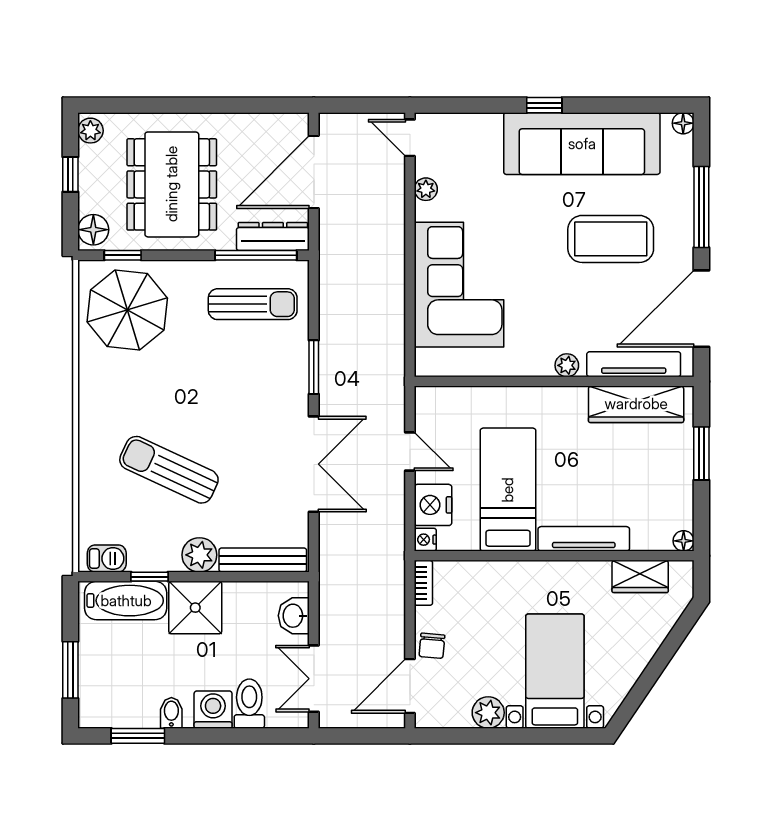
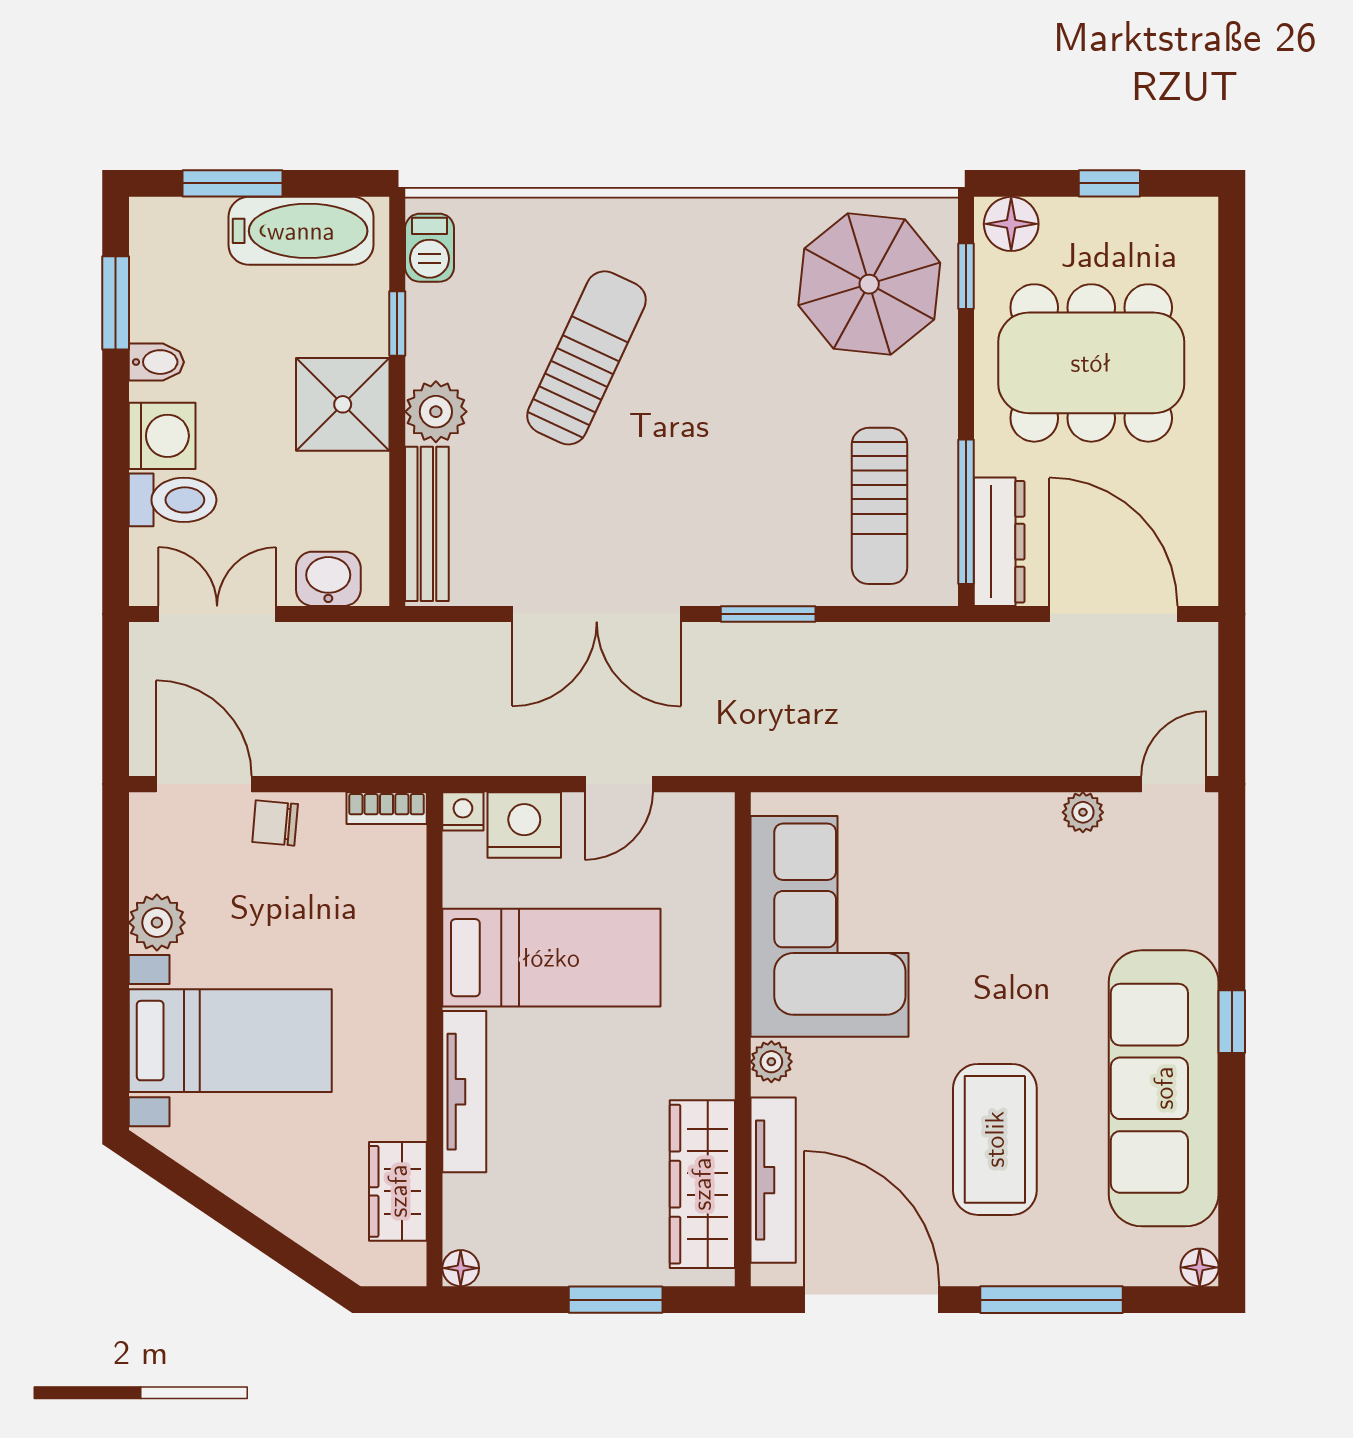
plant: (90, 131) -> (1187, 219), removed
corner sofa: (459, 285) -> (830, 926), moved, turned -90
bathtub: (126, 601) -> (301, 231), moved, turned -90

